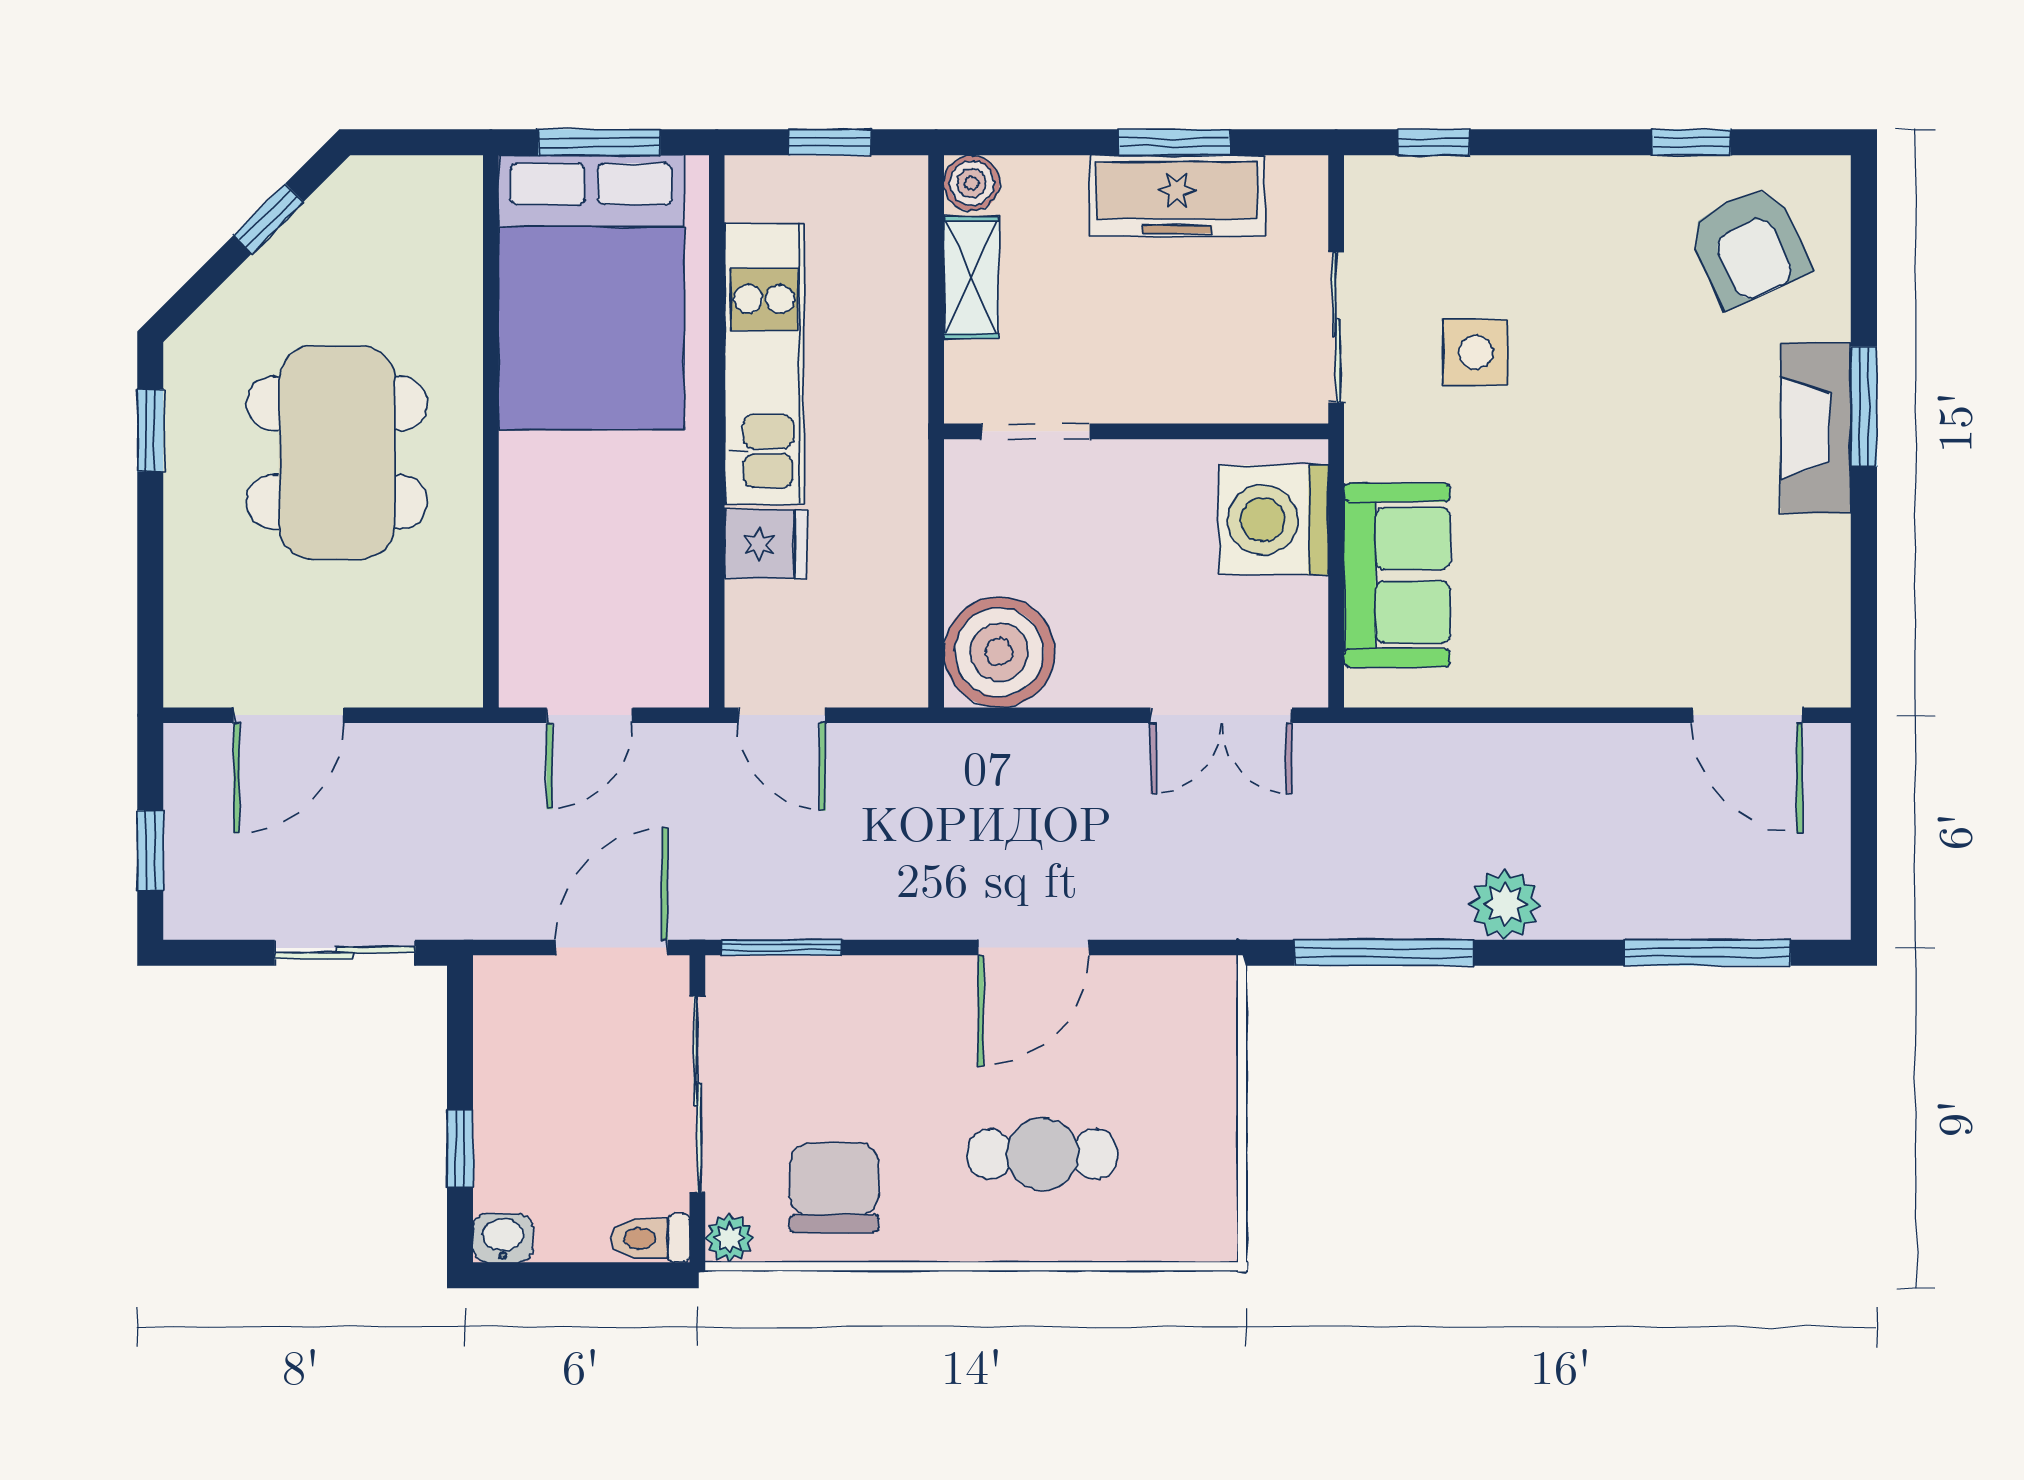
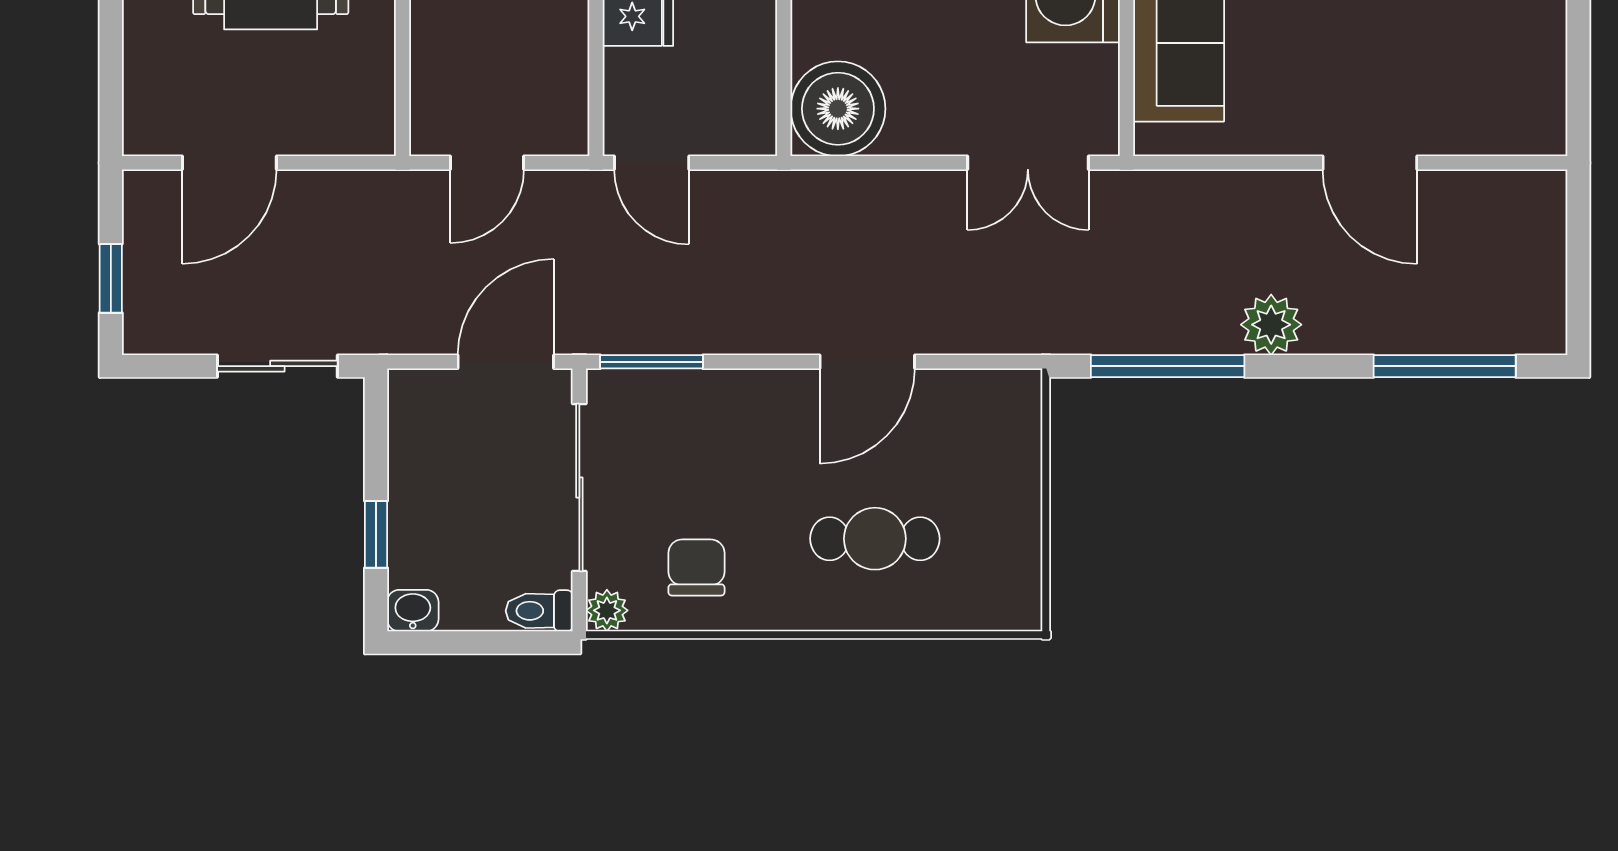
door: (1747, 715) -> (1370, 163), moved
chair: (834, 1188) -> (696, 567), width x0.73, depth x0.73

